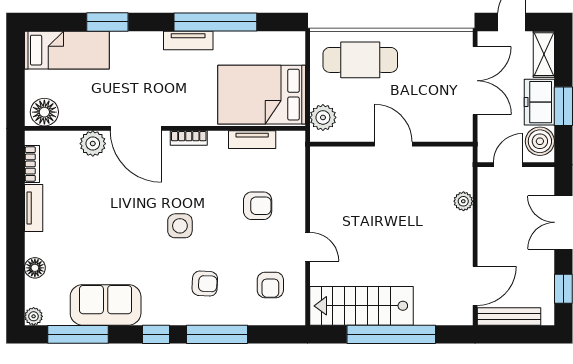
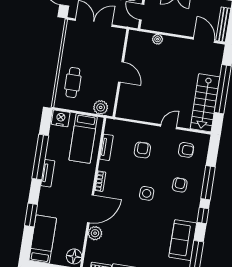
nightstand: (292, 48) -> (61, 118), added
cafe table: (360, 60) -> (73, 83), width x0.73, depth x0.74
bed: (262, 95) -> (83, 138), width x0.67
door: (393, 144) -> (121, 72), swing flipped

